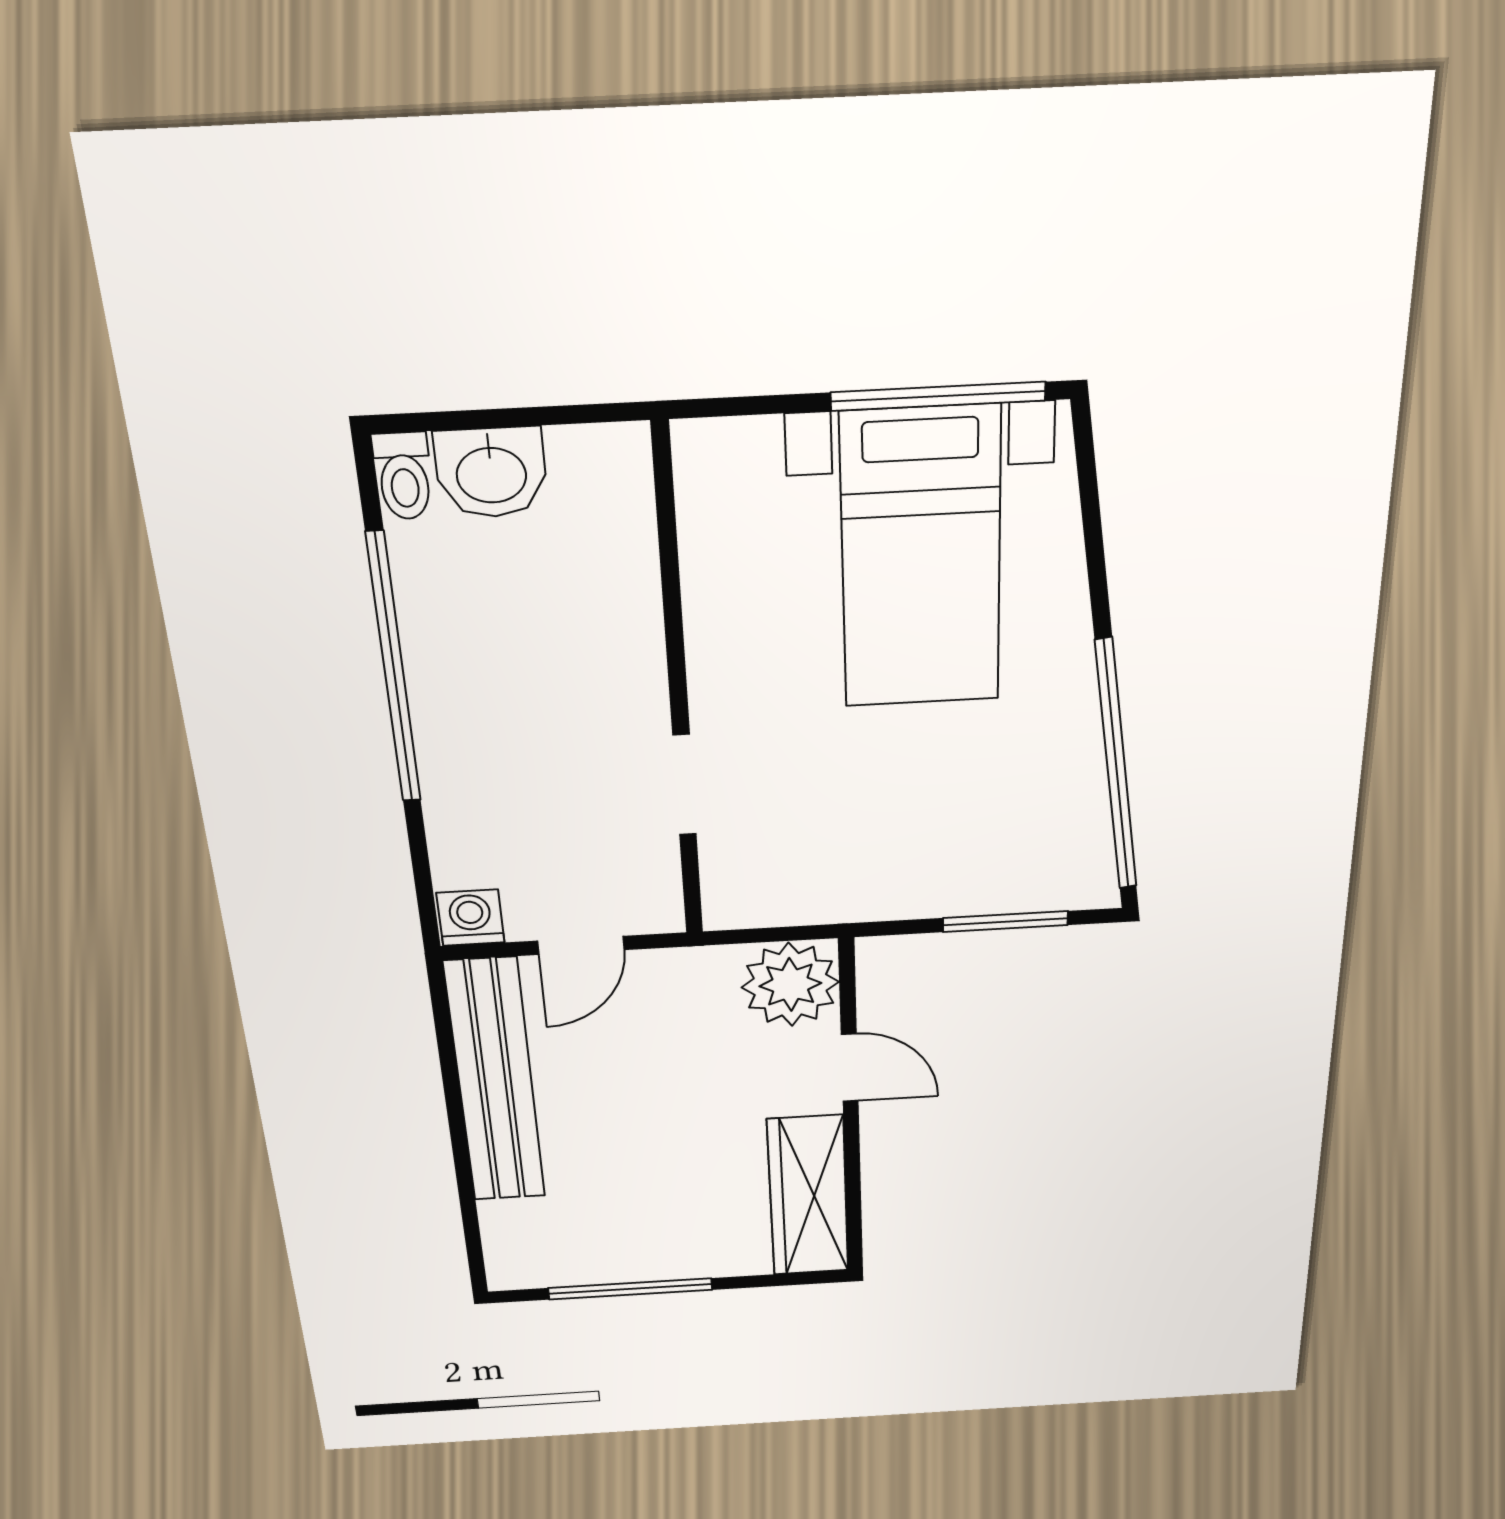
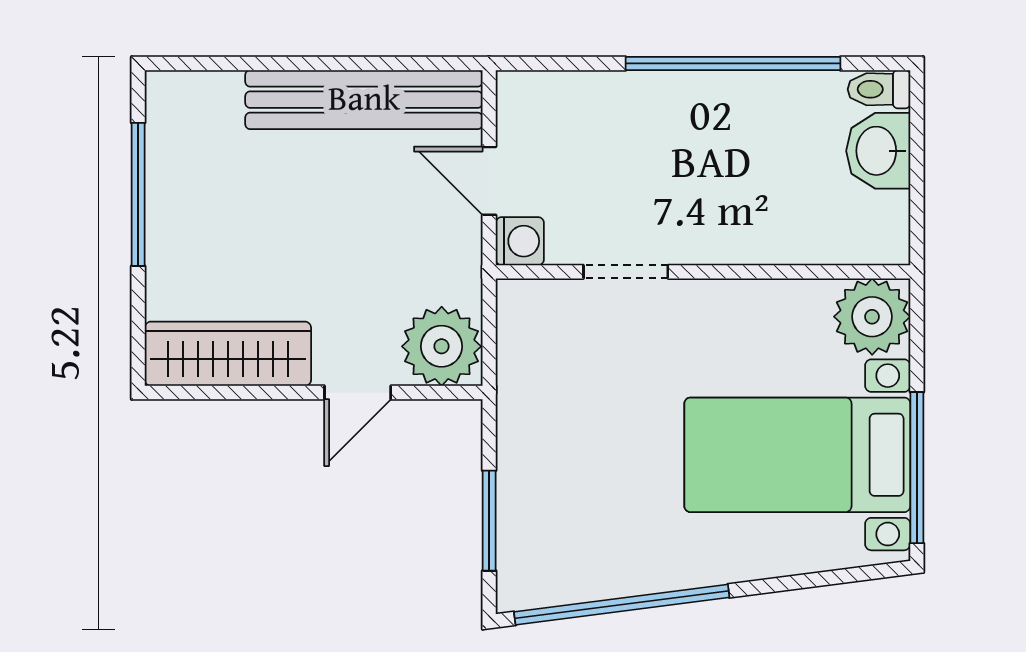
plant: (726, 469) -> (872, 317), added
washing machine: (470, 918) -> (520, 241), moved

